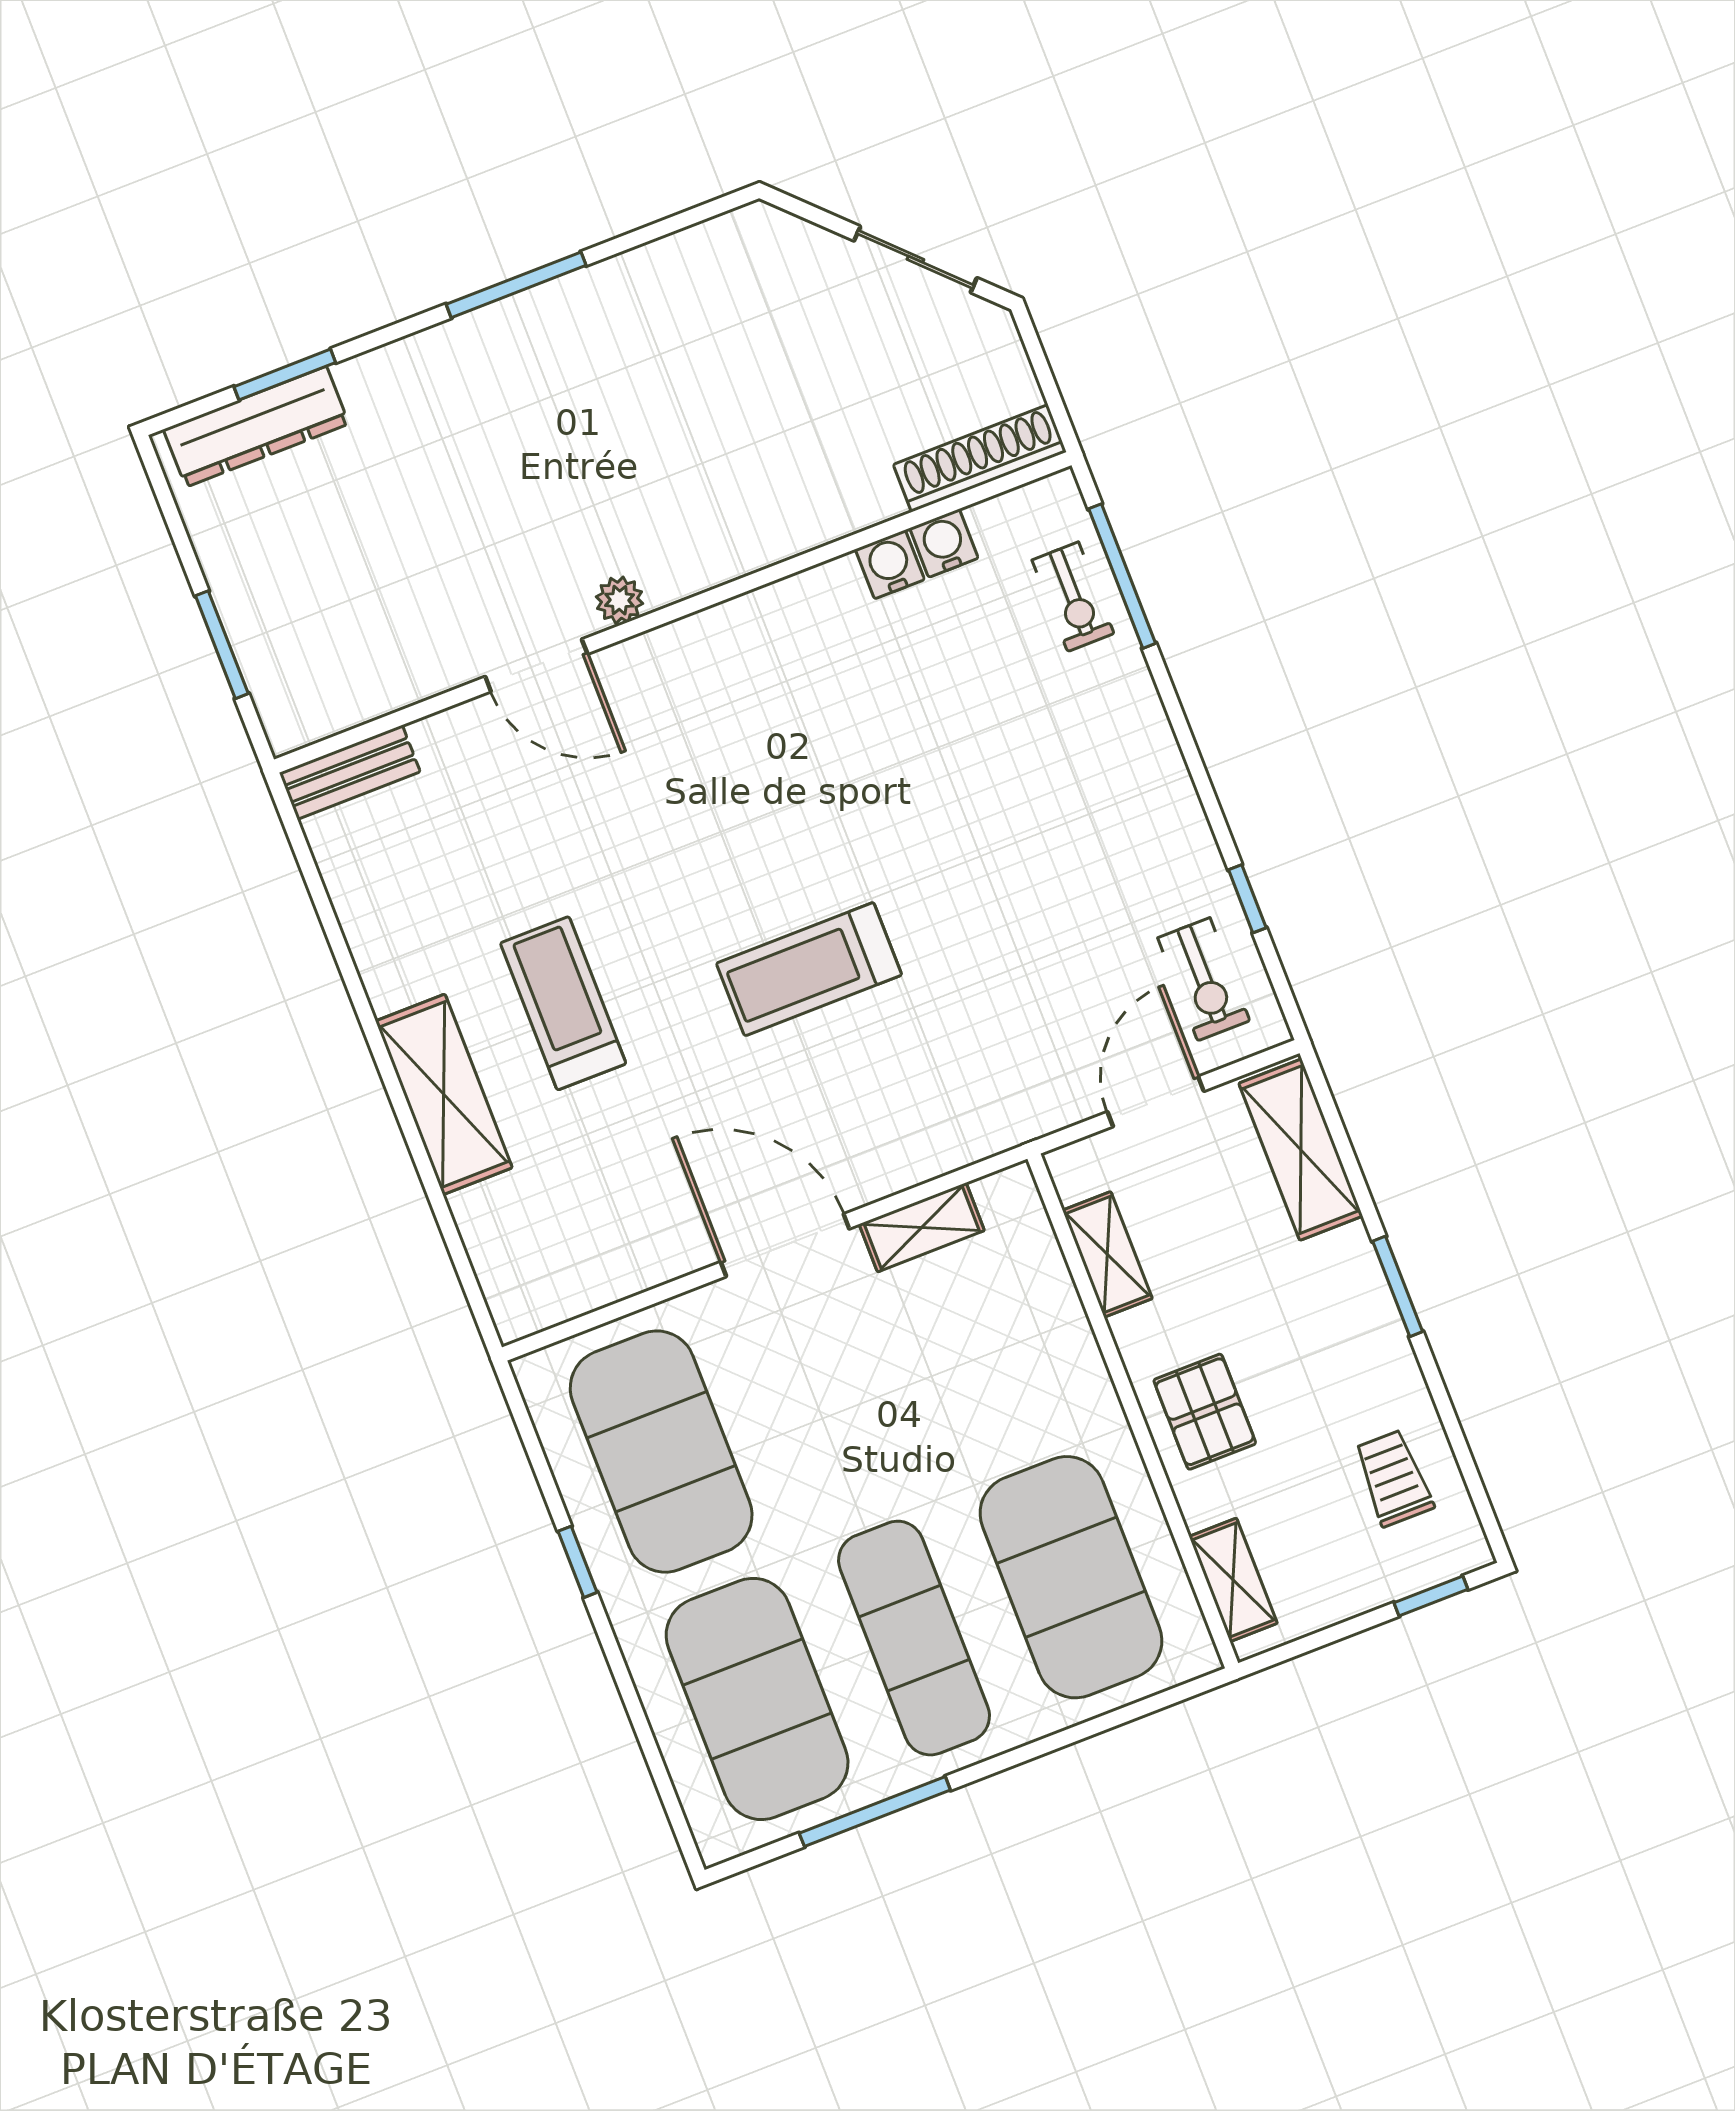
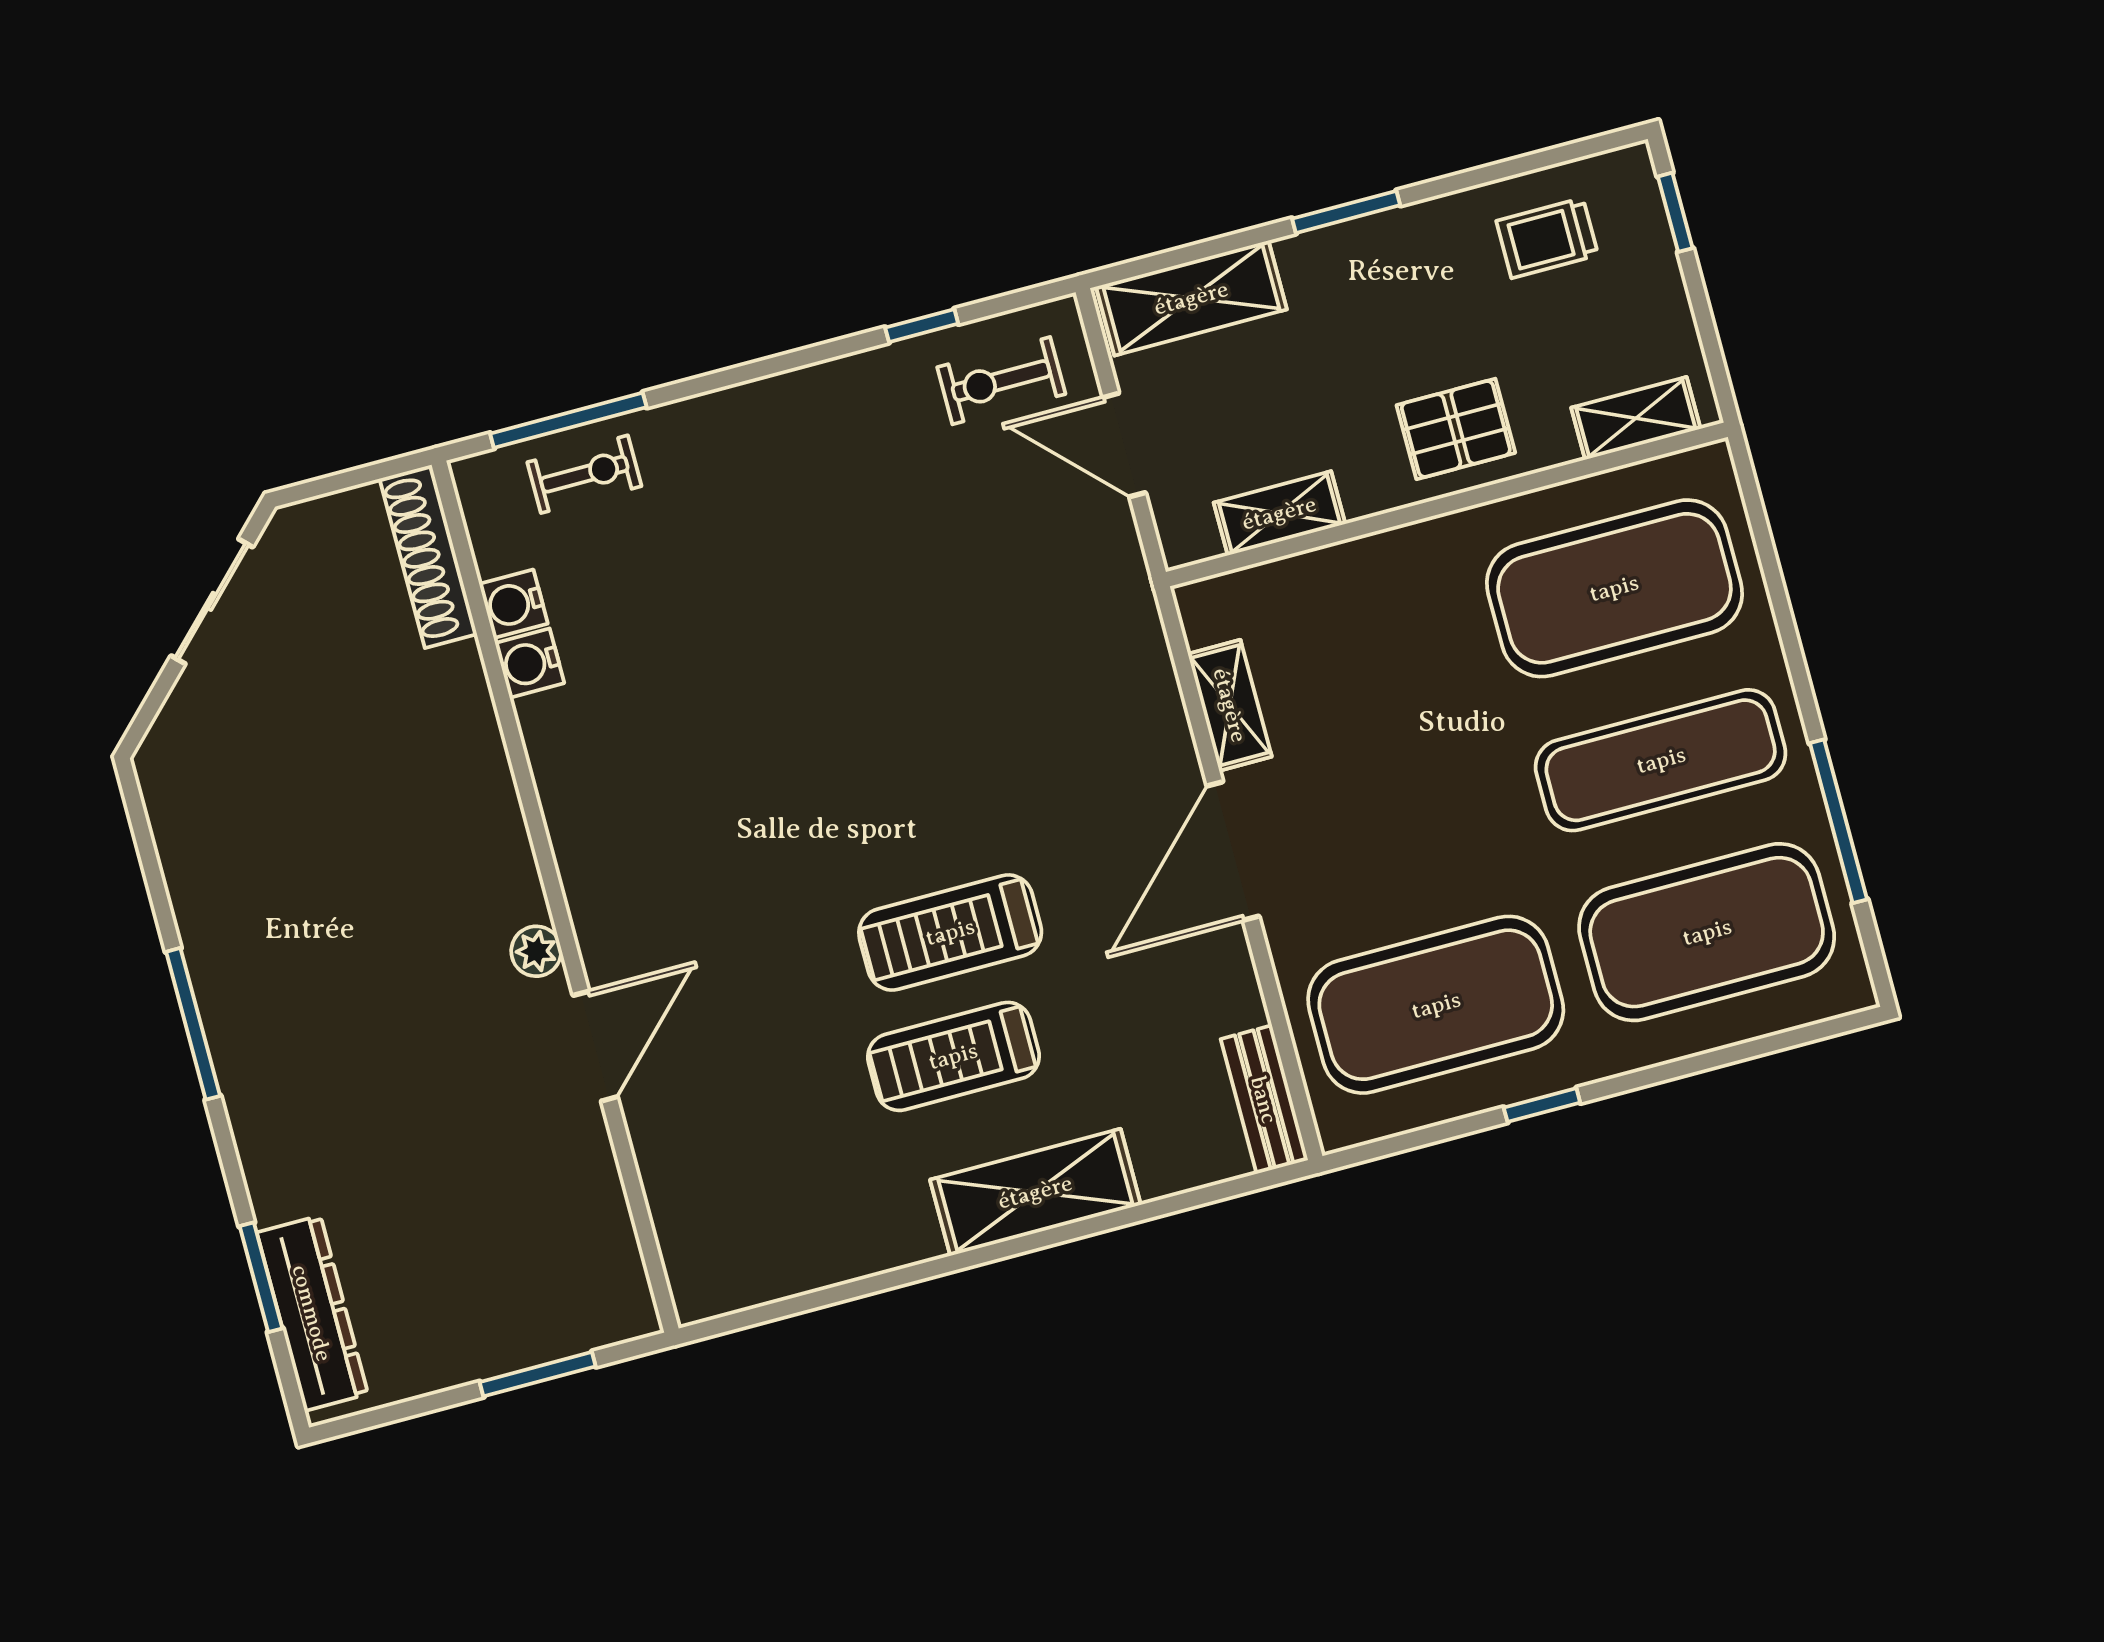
bench: (350, 772) -> (1264, 1100), moved
treadmill: (809, 969) -> (950, 932), moved, turned 90
exercise bike: (1204, 979) -> (1001, 381), turned 180

